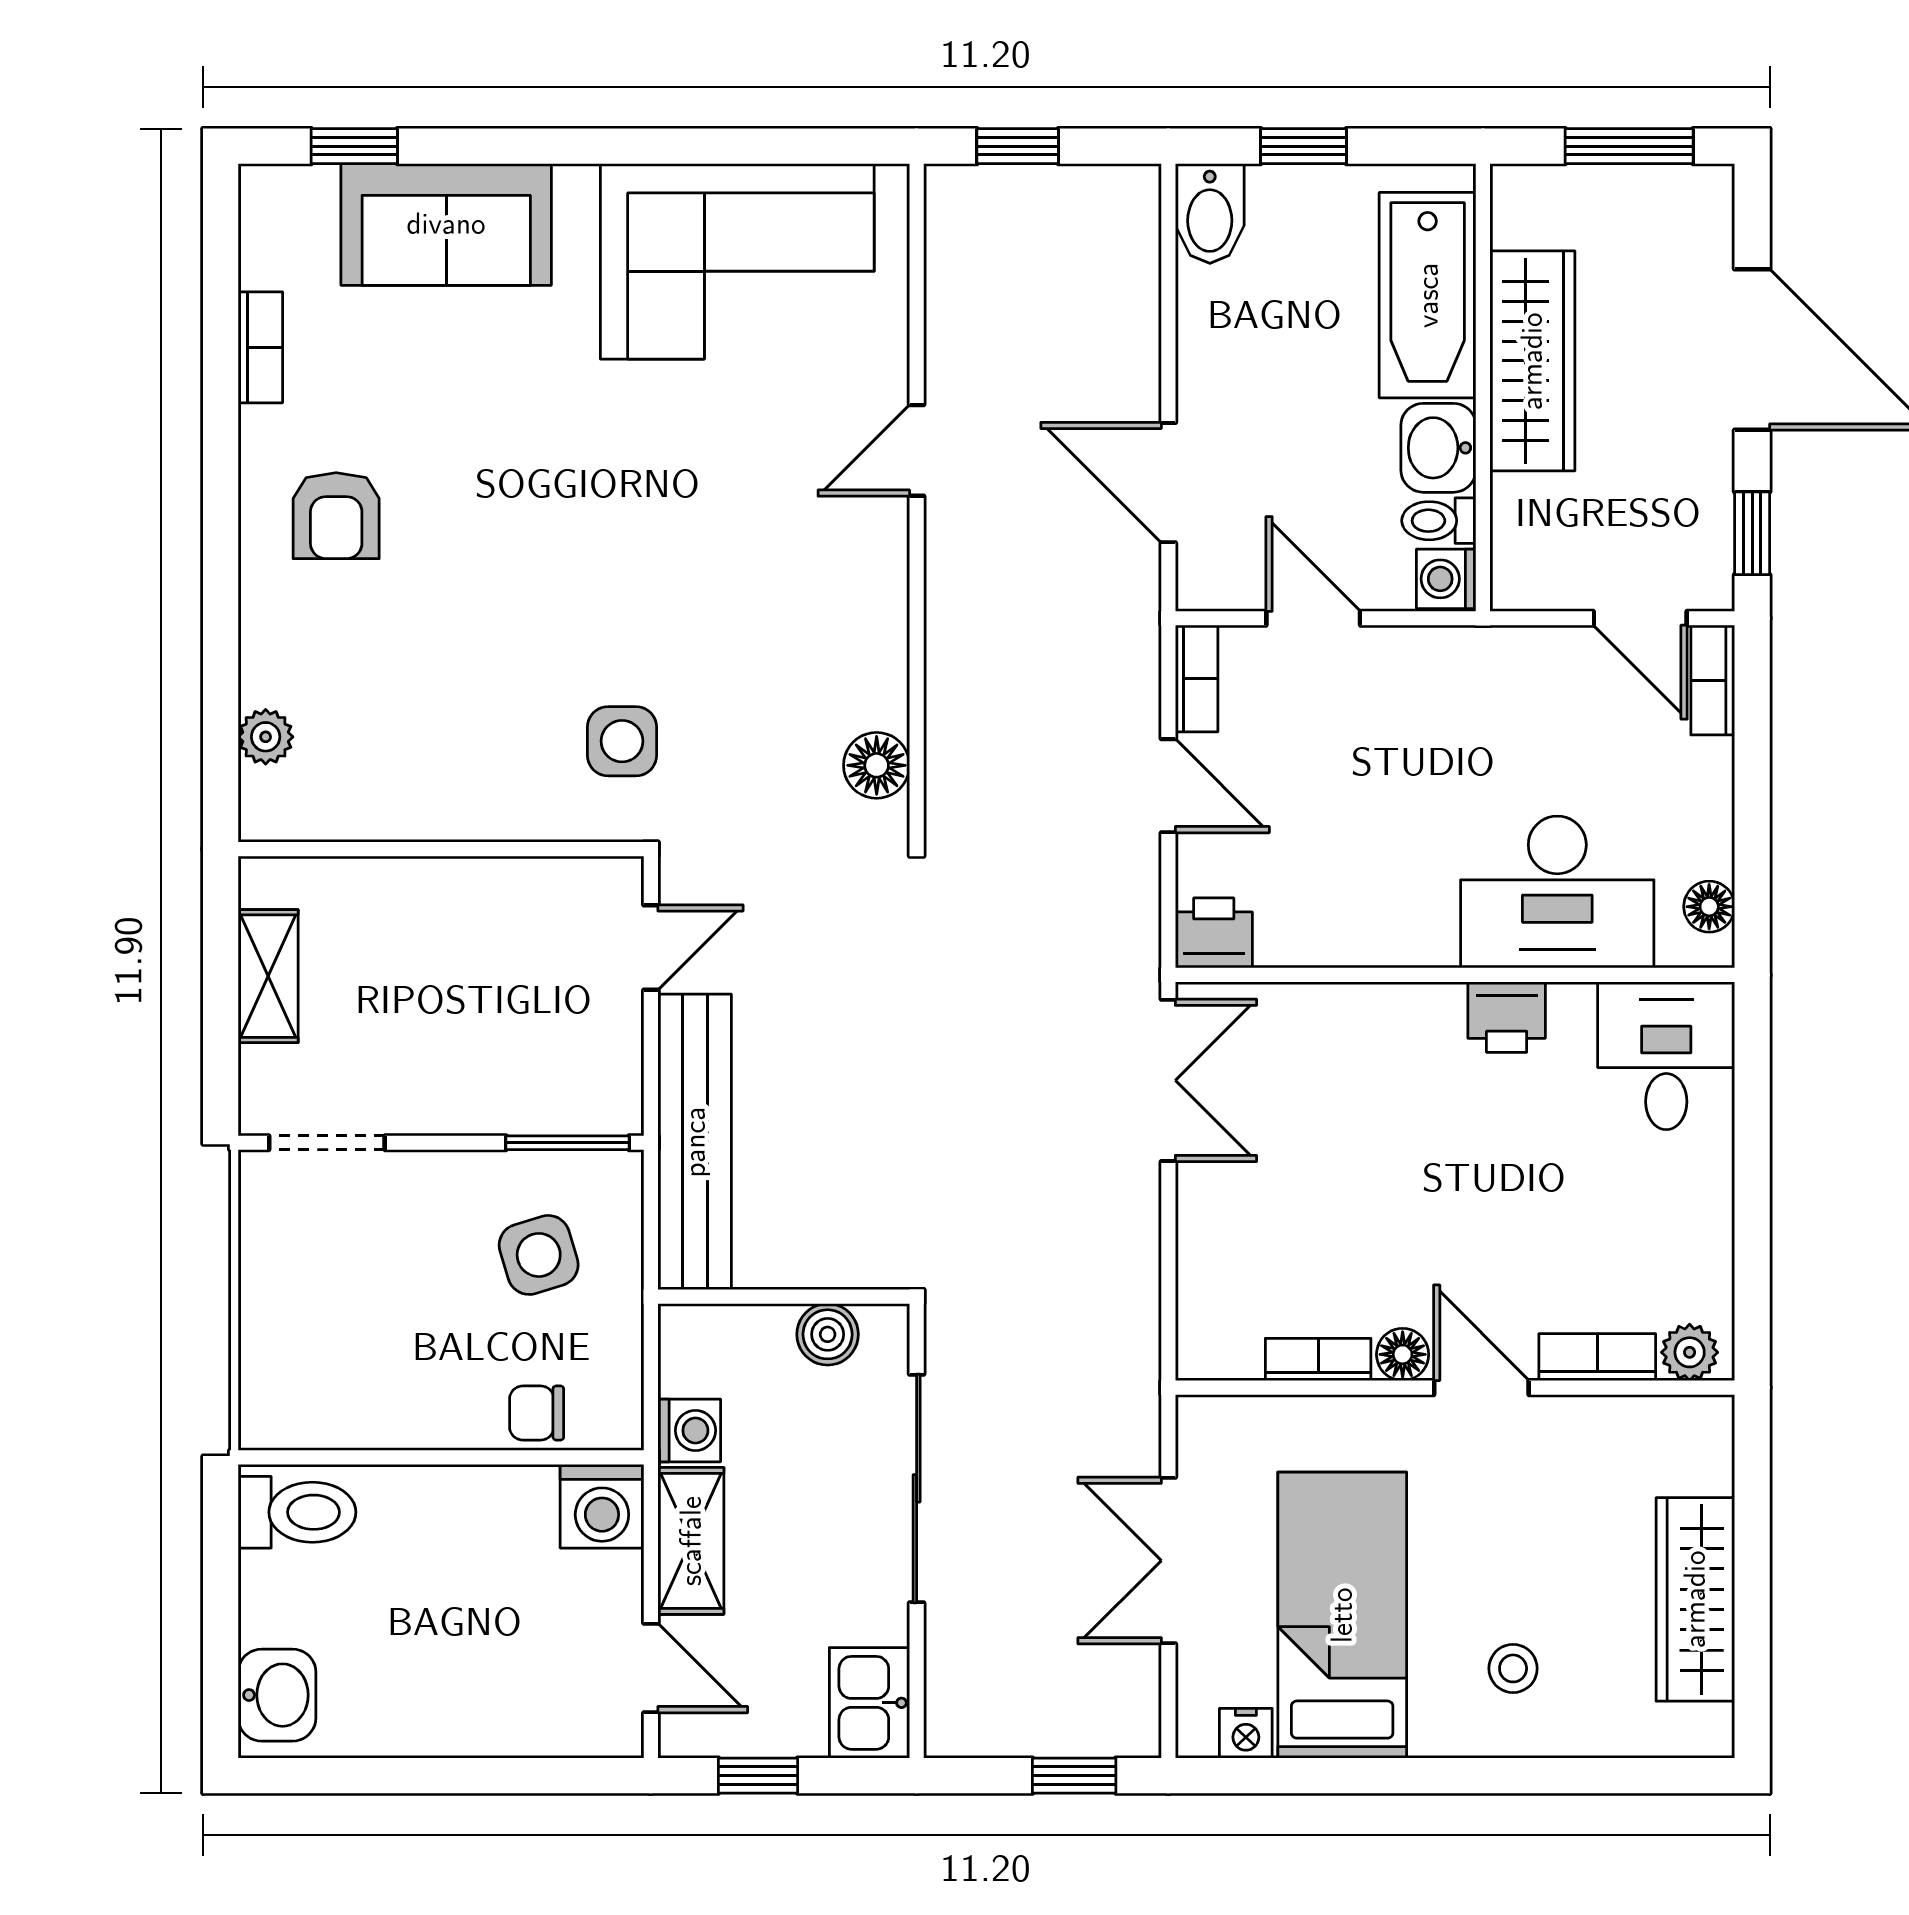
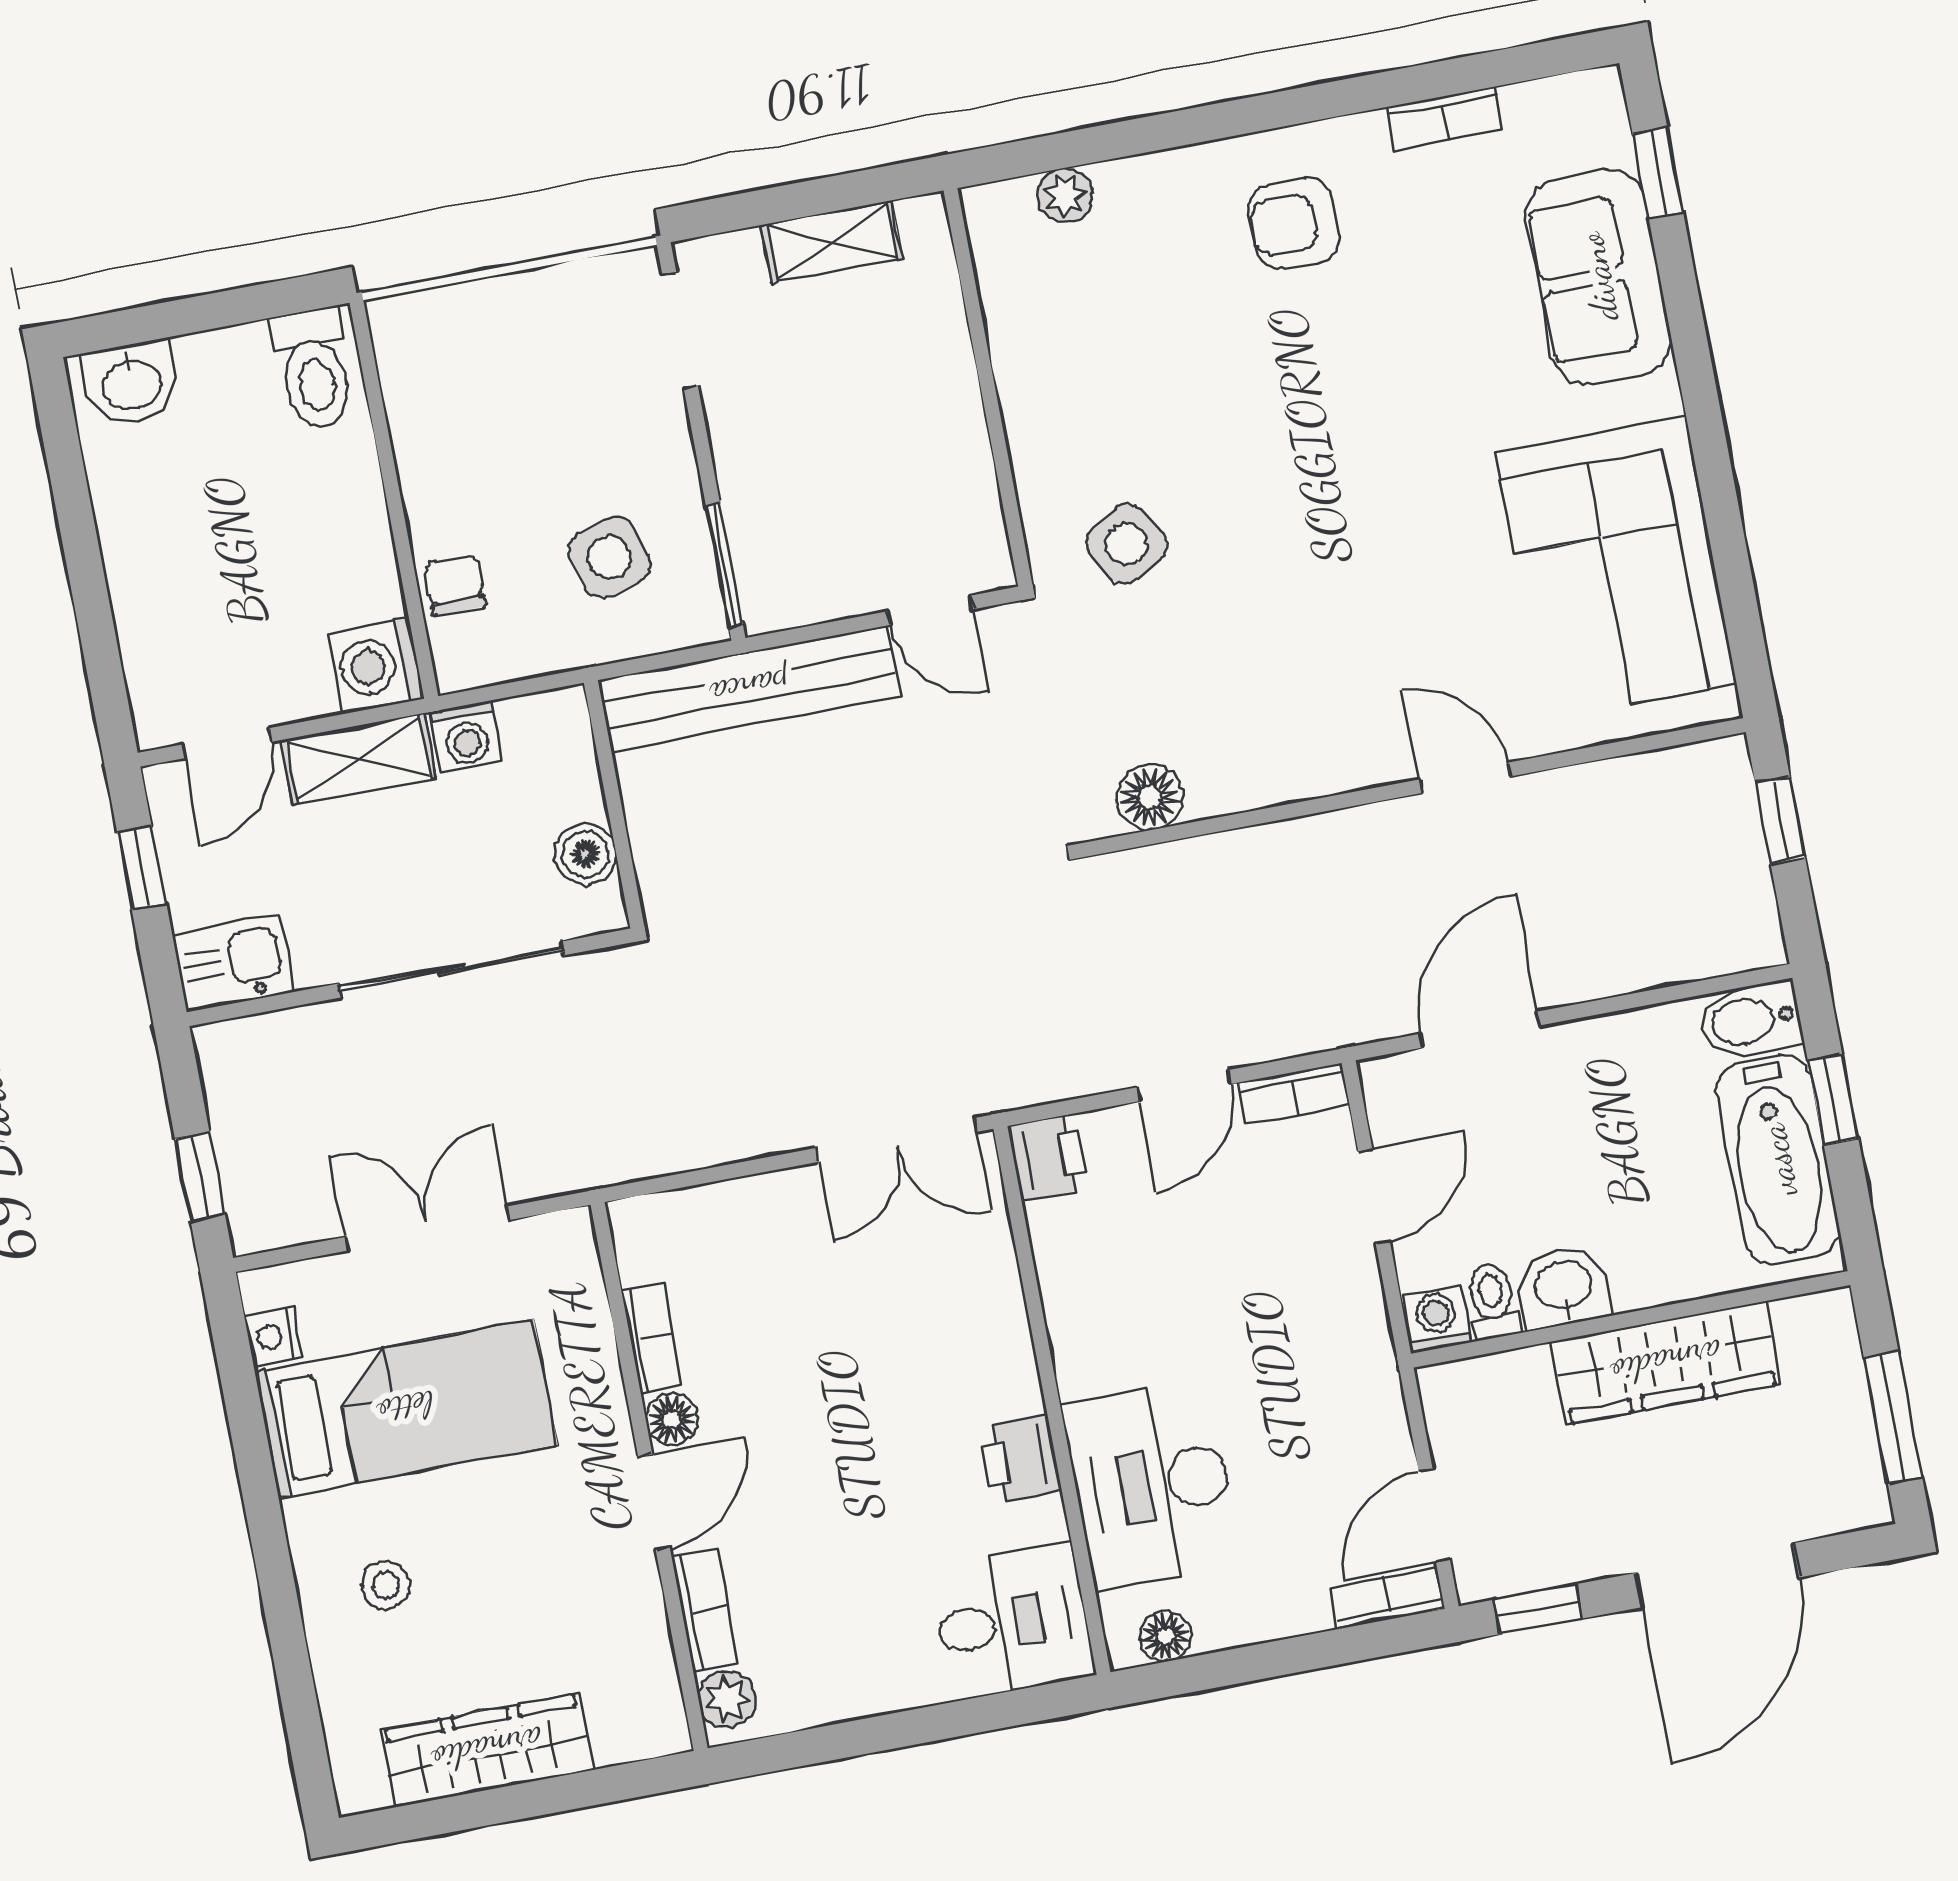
bathtub: (1428, 295) -> (1778, 1160), moved, turned -90
side table: (622, 741) -> (1126, 544), turned -31

